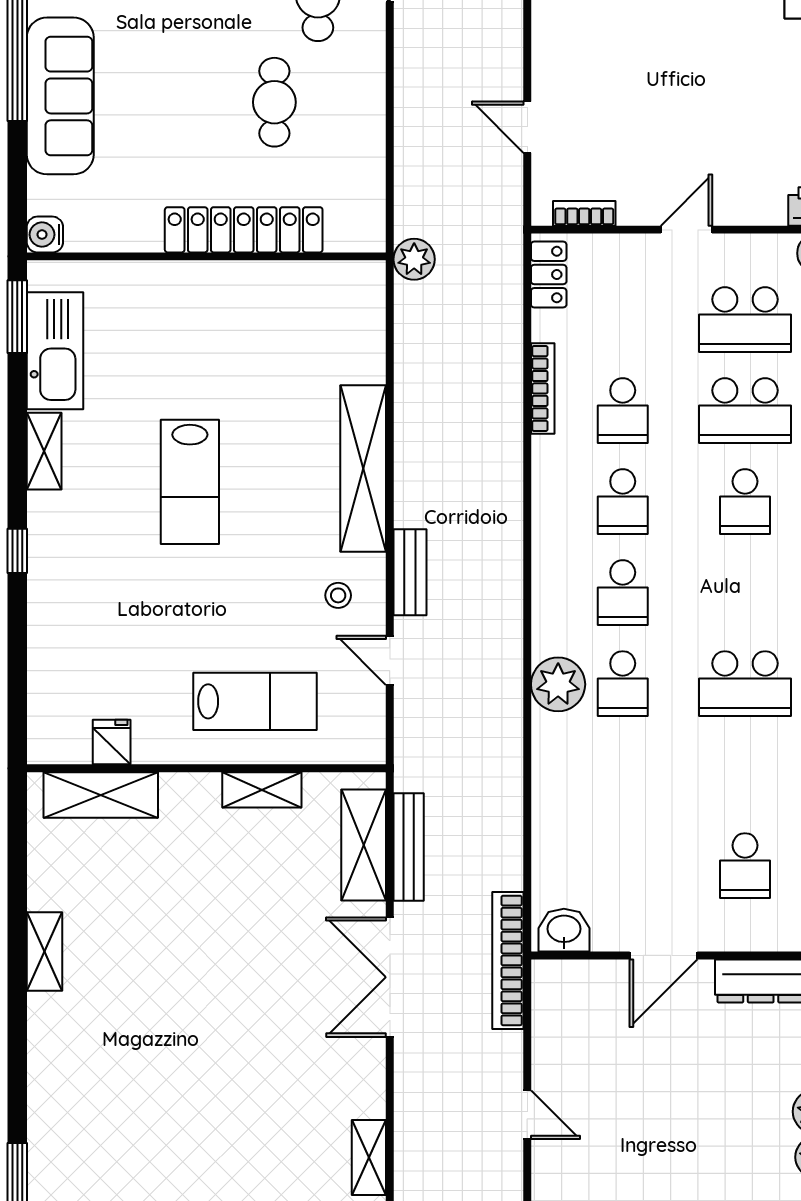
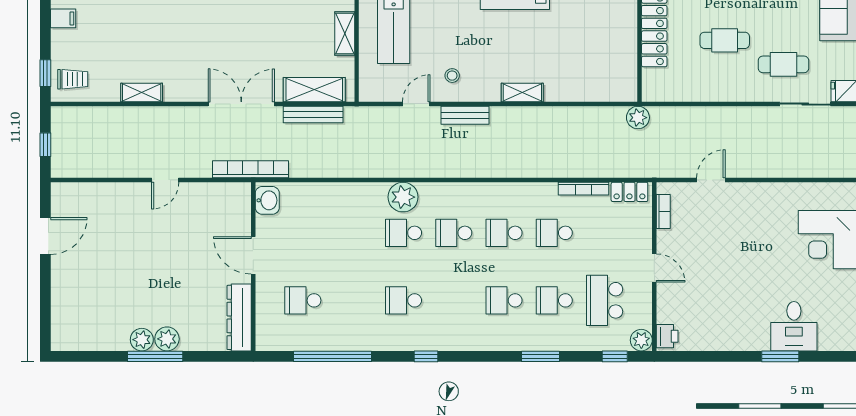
bookcase: (543, 388) -> (583, 189), moved
school desk: (745, 411) -> (554, 300), width x0.54
shelving: (363, 469) -> (522, 93), width x0.45, depth x0.75
school desk: (745, 684) -> (403, 300), width x0.54

